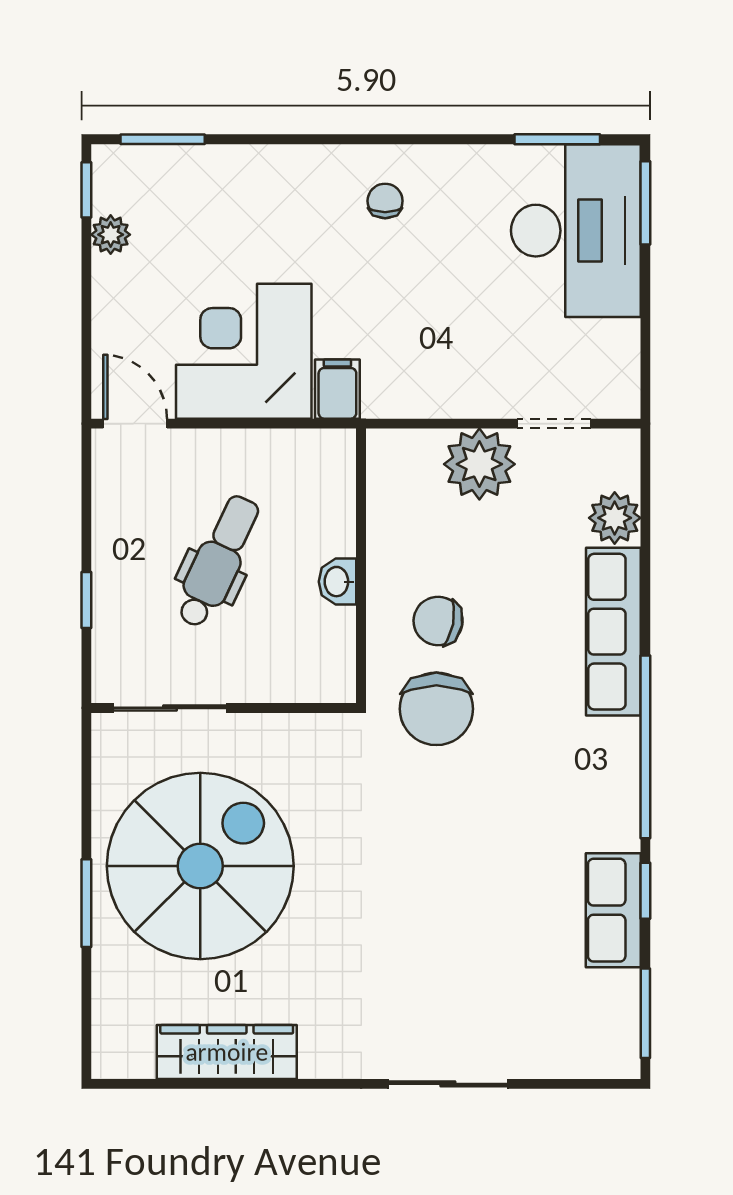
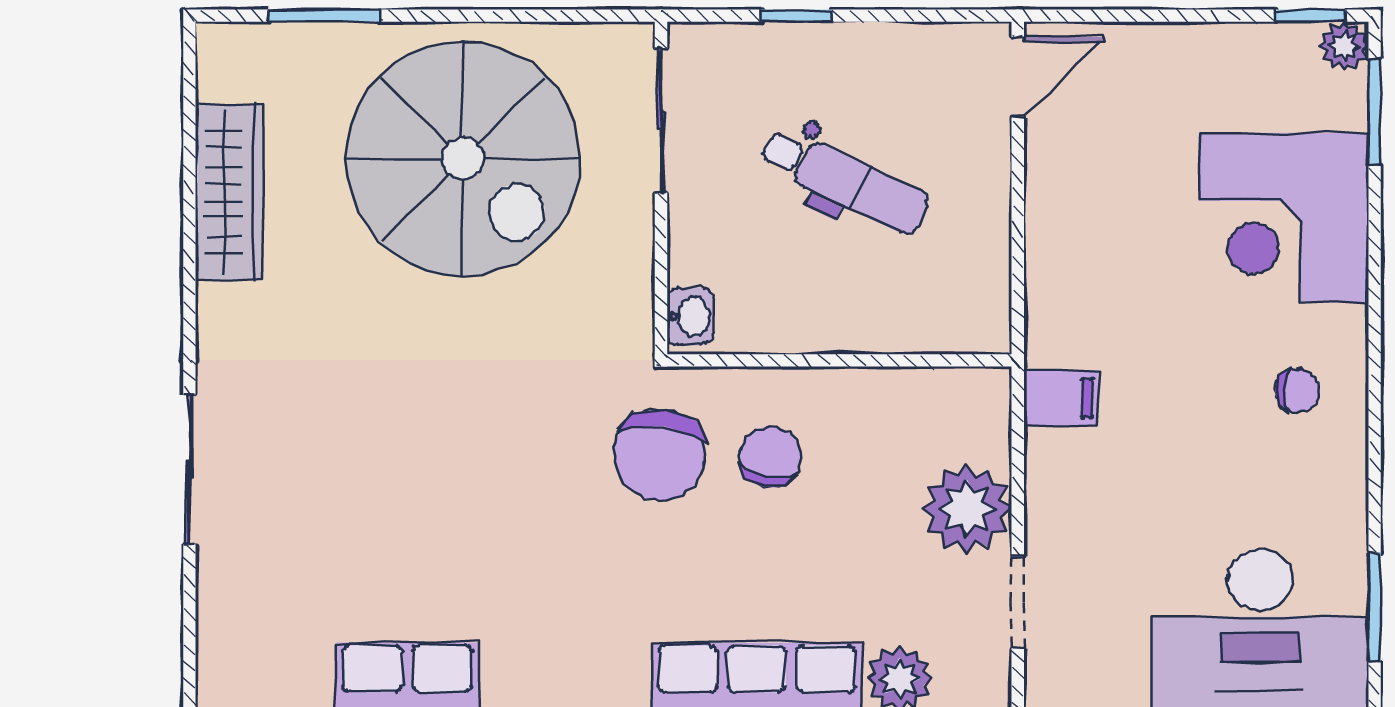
plant: (111, 235) -> (1344, 46), moved
corner desk: (244, 351) -> (1284, 218), moved, turned 180
filing cabinet: (337, 389) -> (1061, 398), moved
washbasin: (338, 582) -> (690, 316), moved, turned 90
chair: (436, 709) -> (660, 455), turned -82
window: (86, 903) -> (324, 16), moved

